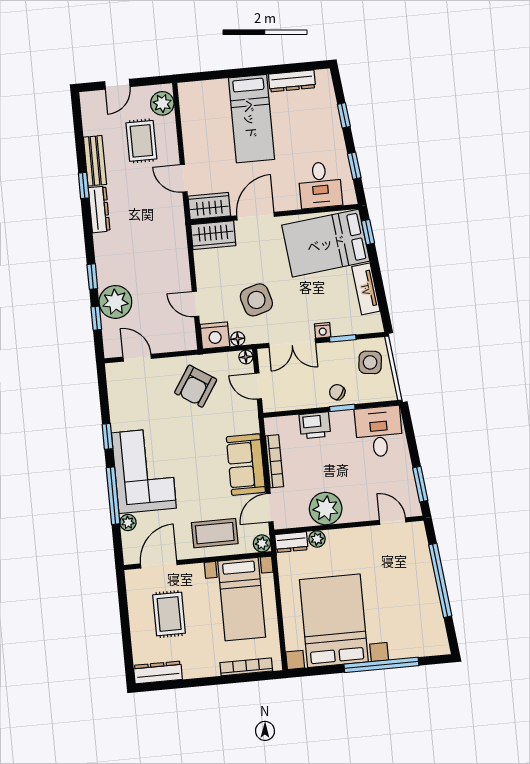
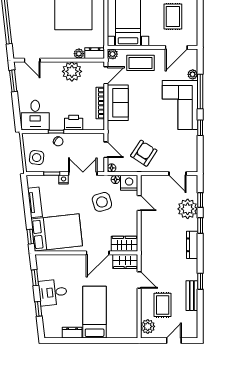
dresser: (292, 81) -> (72, 333), width x0.70
desk: (320, 185) -> (53, 292), moved, turned -96
dresser: (99, 209) -> (192, 245), moved

